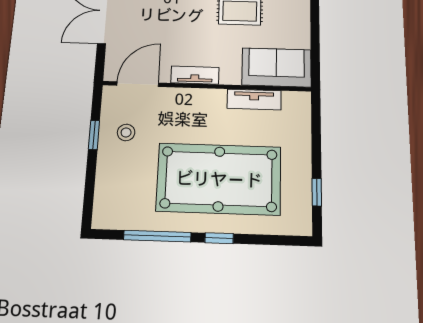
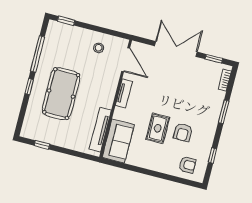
tv unit: (254, 100) -> (100, 130), width x1.41
window: (94, 135) -> (66, 21), moved
pool table: (219, 179) -> (61, 94), width x0.73, depth x0.76

